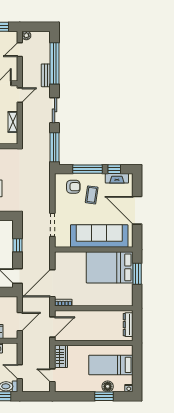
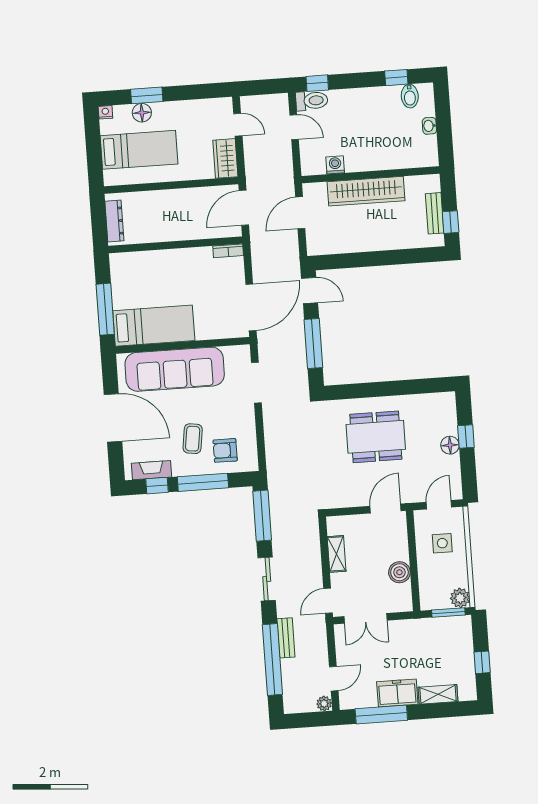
window: (18, 245) -> (313, 344), width x2.17
bed: (110, 267) -> (154, 326), width x0.67
window: (137, 274) -> (105, 309), width x1.44
door: (52, 283) -> (251, 307), moved

